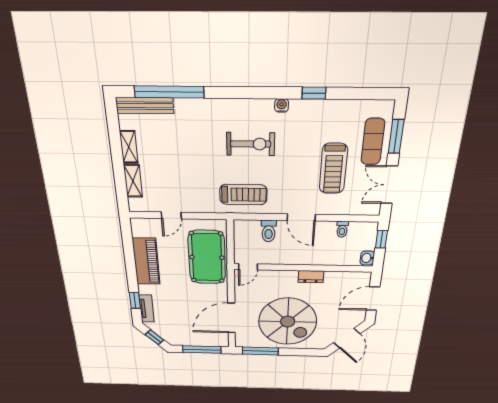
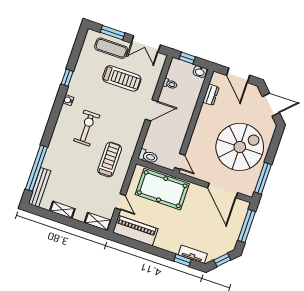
shelving: (133, 181) -> (98, 222), moved
treadmill: (243, 195) -> (110, 160), moved
toilet: (269, 231) -> (148, 156), moved
piano: (146, 261) -> (135, 231), moved
dresser: (311, 277) -> (211, 95), moved

